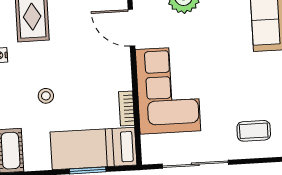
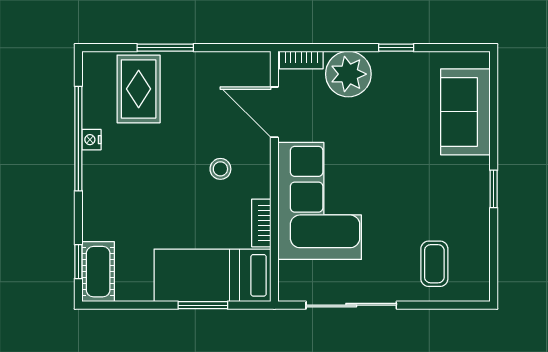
stool: (46, 96) -> (220, 169), moved
coffee table: (254, 131) -> (434, 264), turned 90

